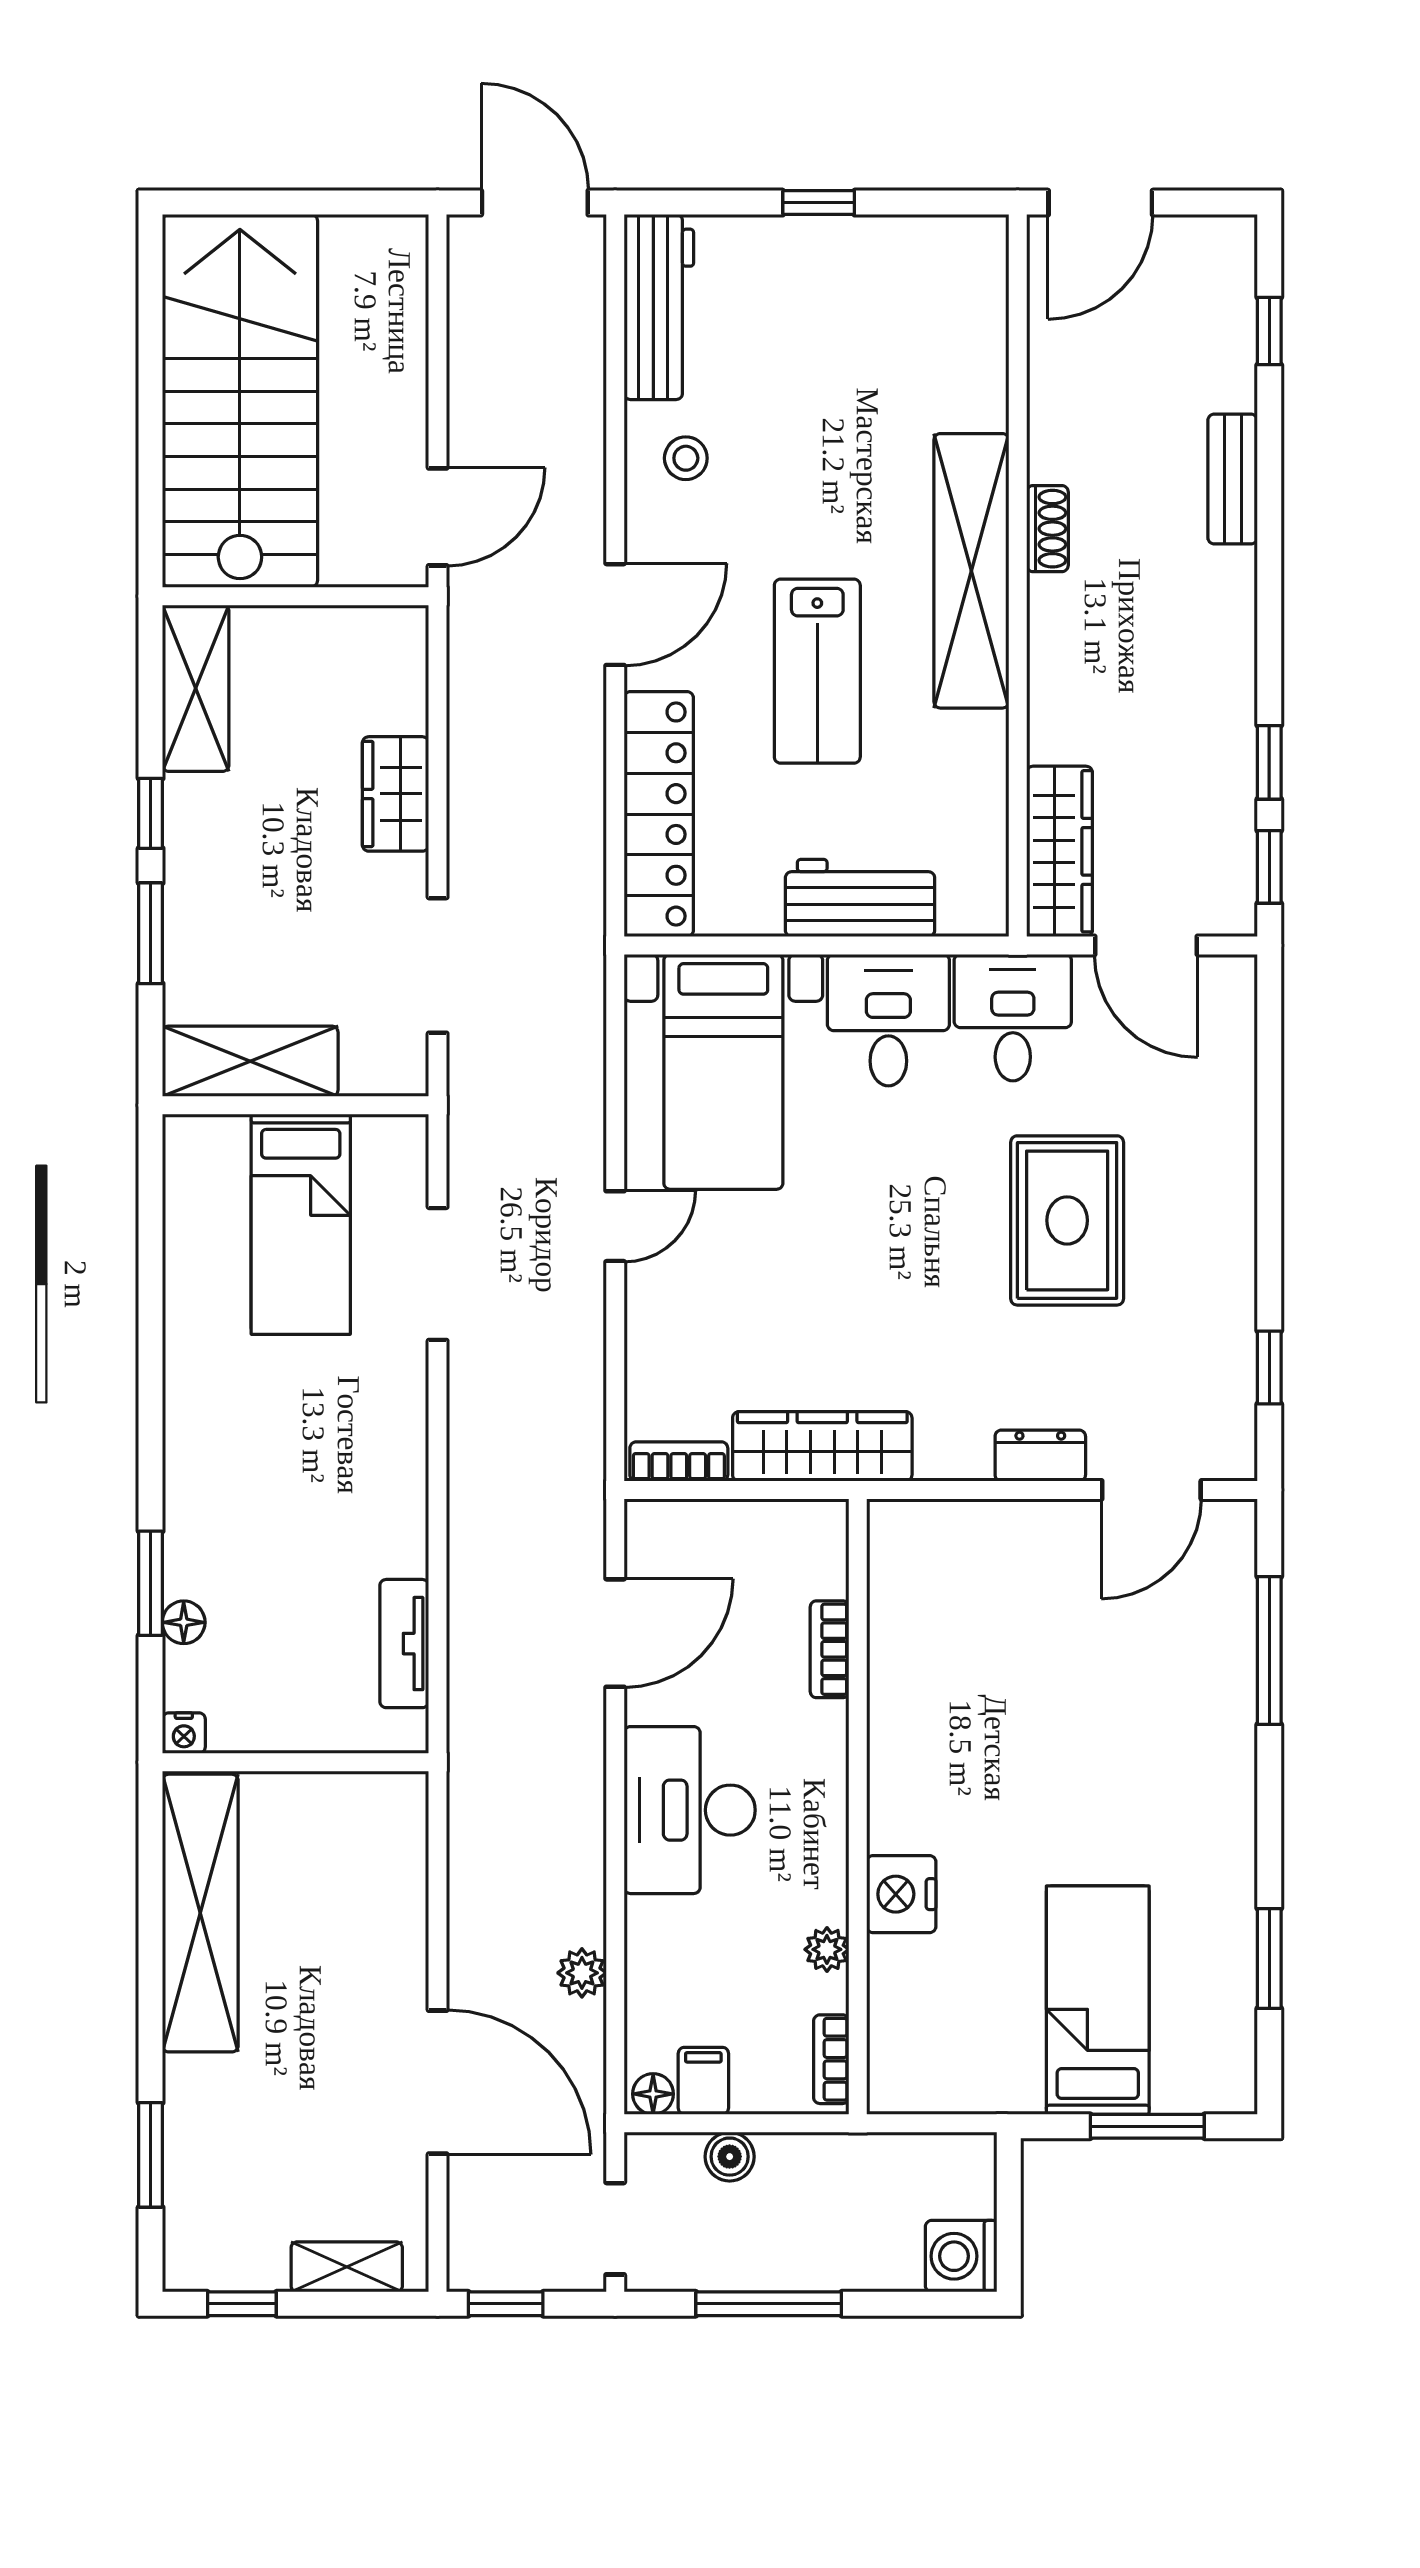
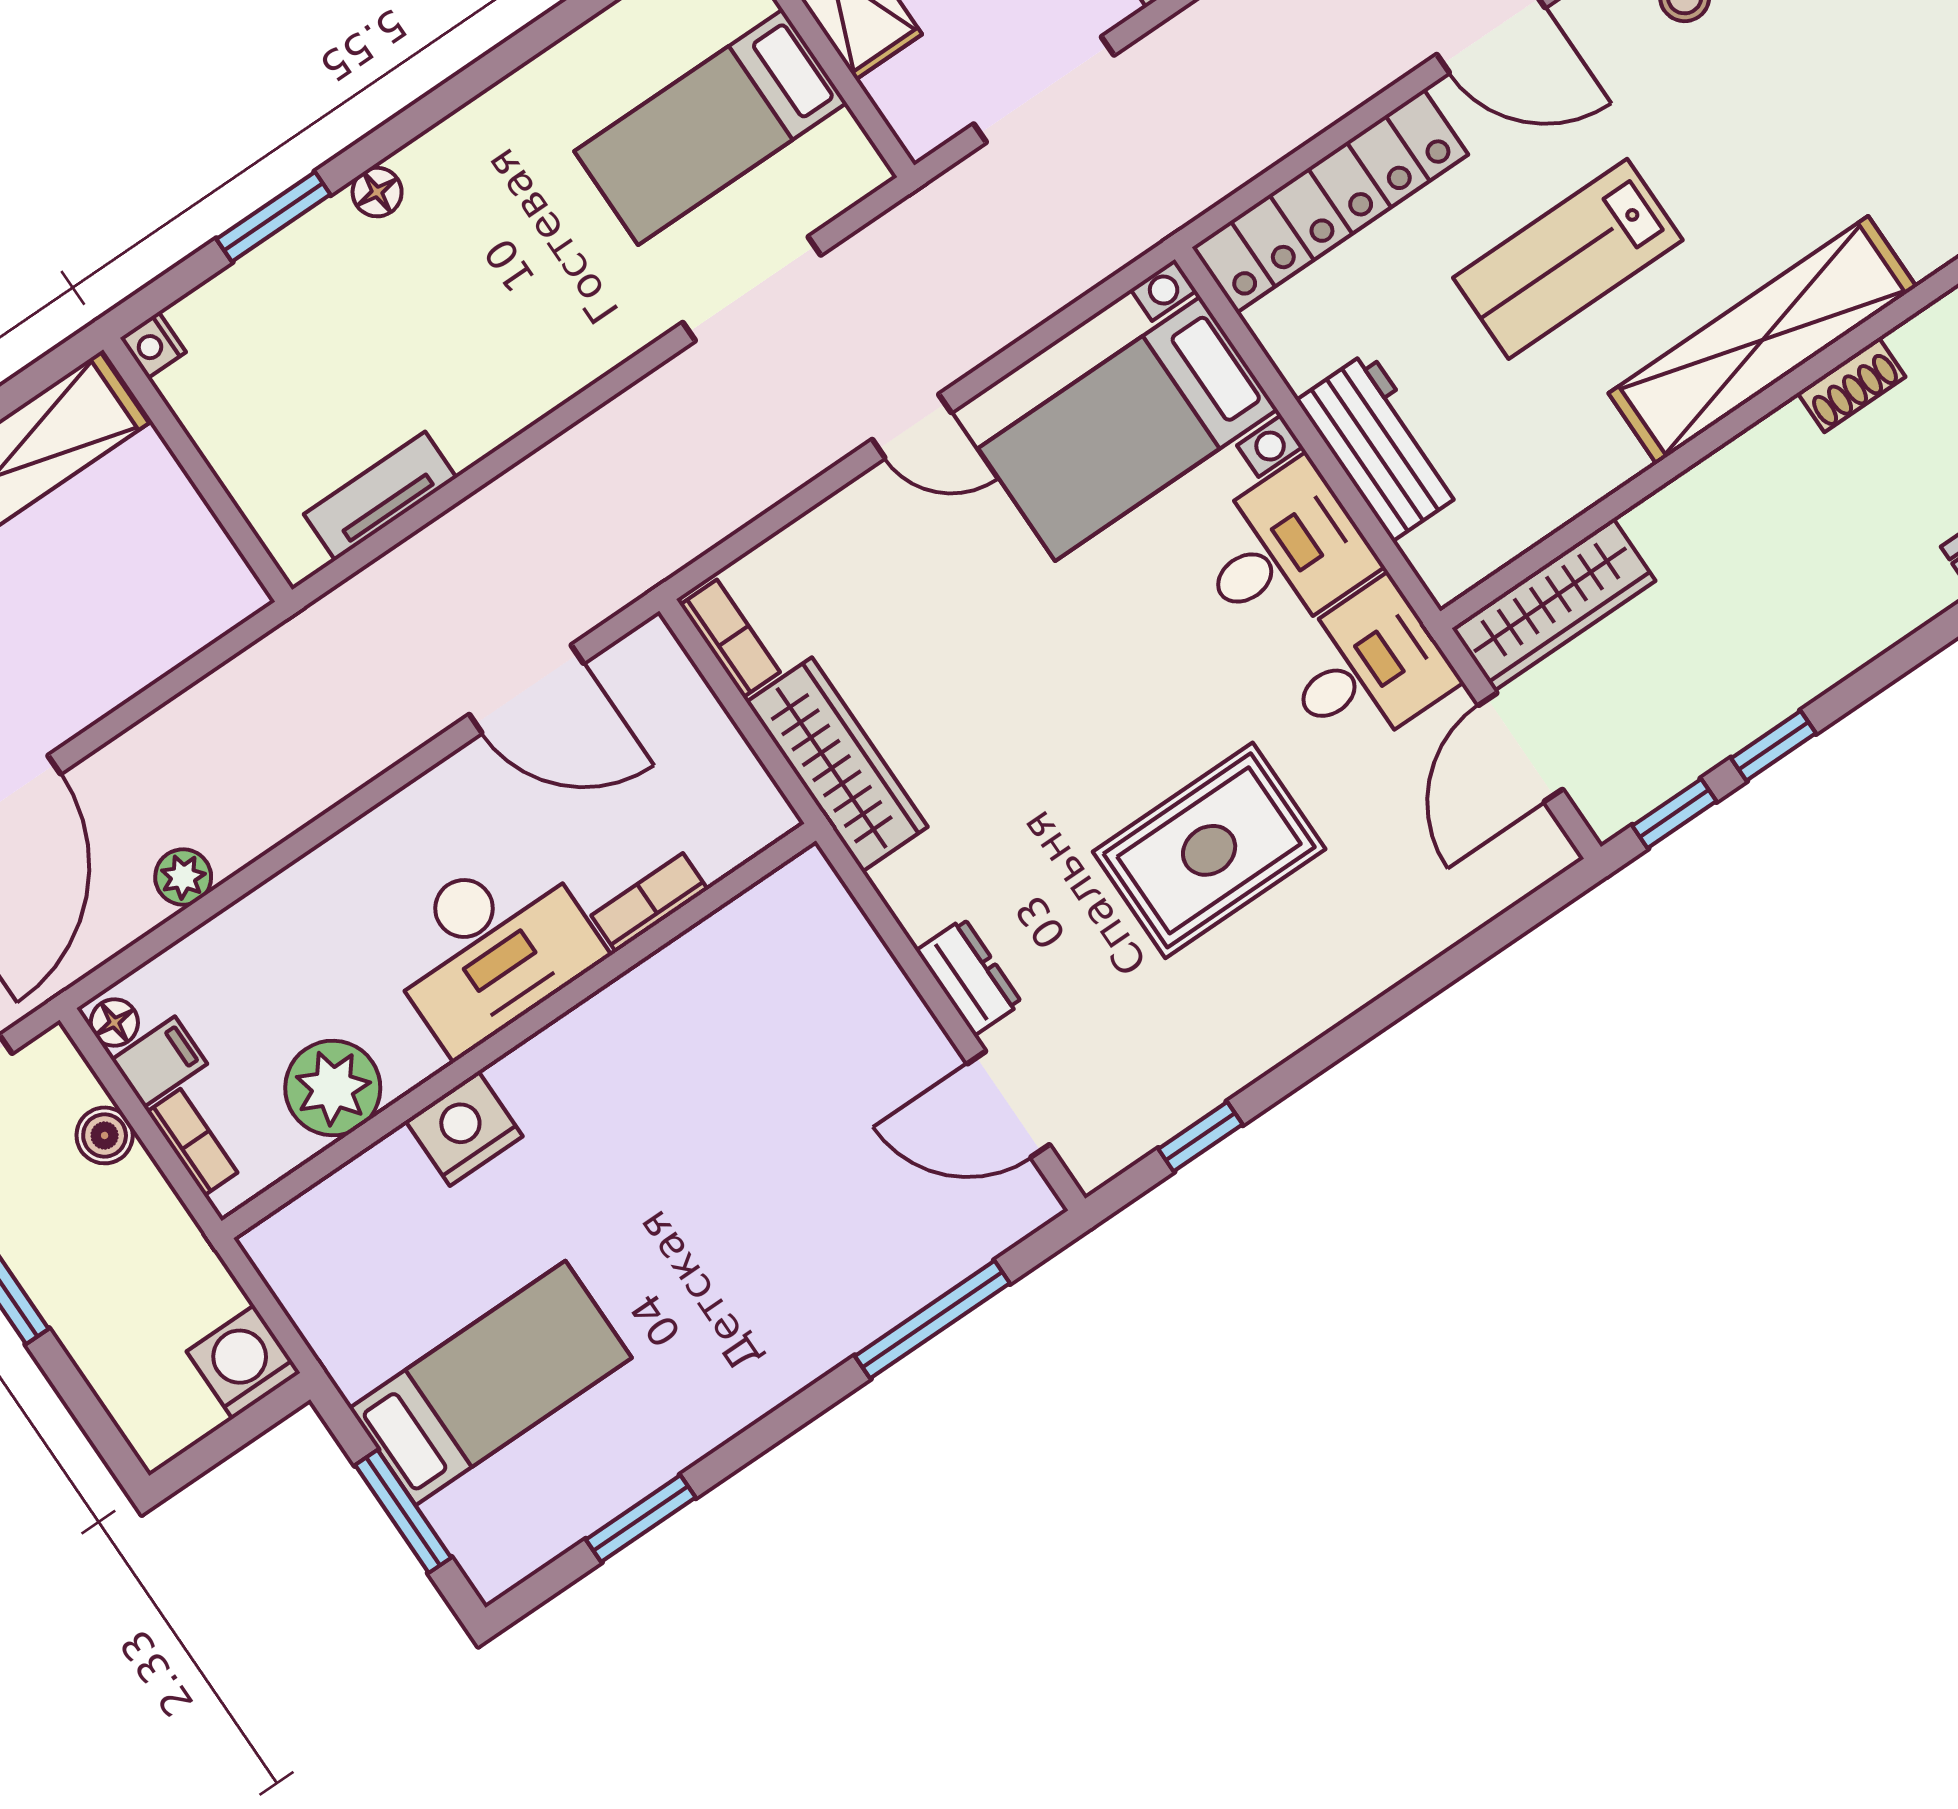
floor lamp: (184, 1622) -> (377, 192), moved
desk: (690, 1810) -> (490, 947), moved, turned 180
plant: (827, 1949) -> (333, 1088), width x1.87, depth x1.87
bookcase: (831, 2059) -> (192, 1142), moved, turned 90
washing machine: (961, 2256) -> (243, 1362), moved

